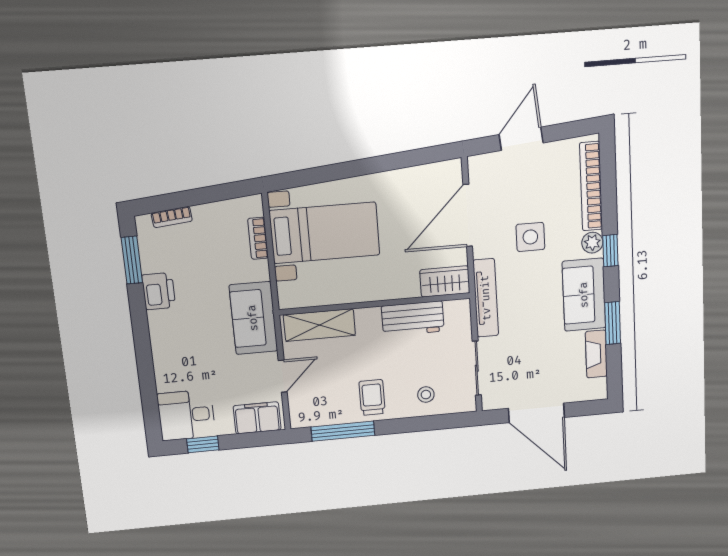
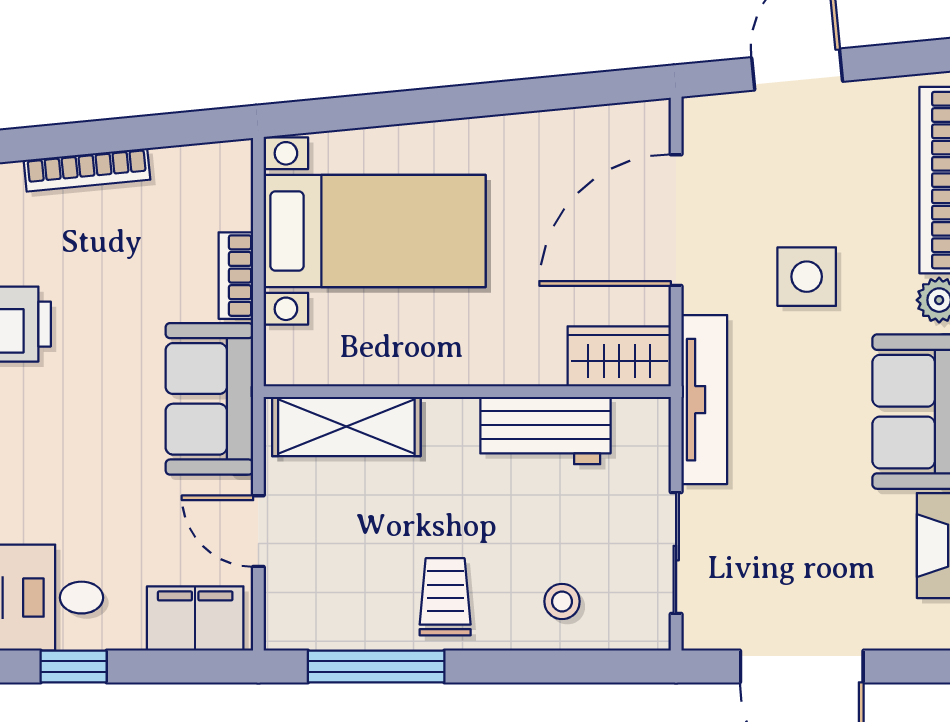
bookcase: (172, 217) -> (87, 170), width x1.56
bookcase: (258, 238) -> (236, 276), moved
door: (283, 376) -> (258, 531), swing flipped

